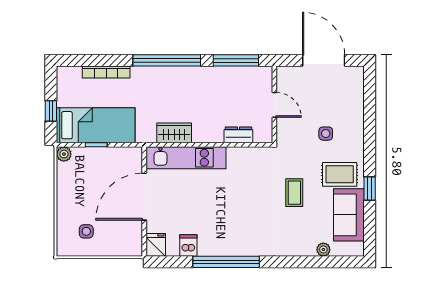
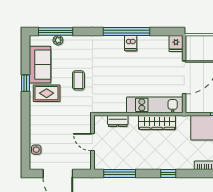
window: (167, 60) -> (168, 173), width x0.32
wardrobe: (174, 133) -> (157, 122), width x1.50
side table: (326, 134) -> (36, 150), moved
dishwasher: (188, 245) -> (131, 43), moved
window: (327, 262) -> (56, 32), added

